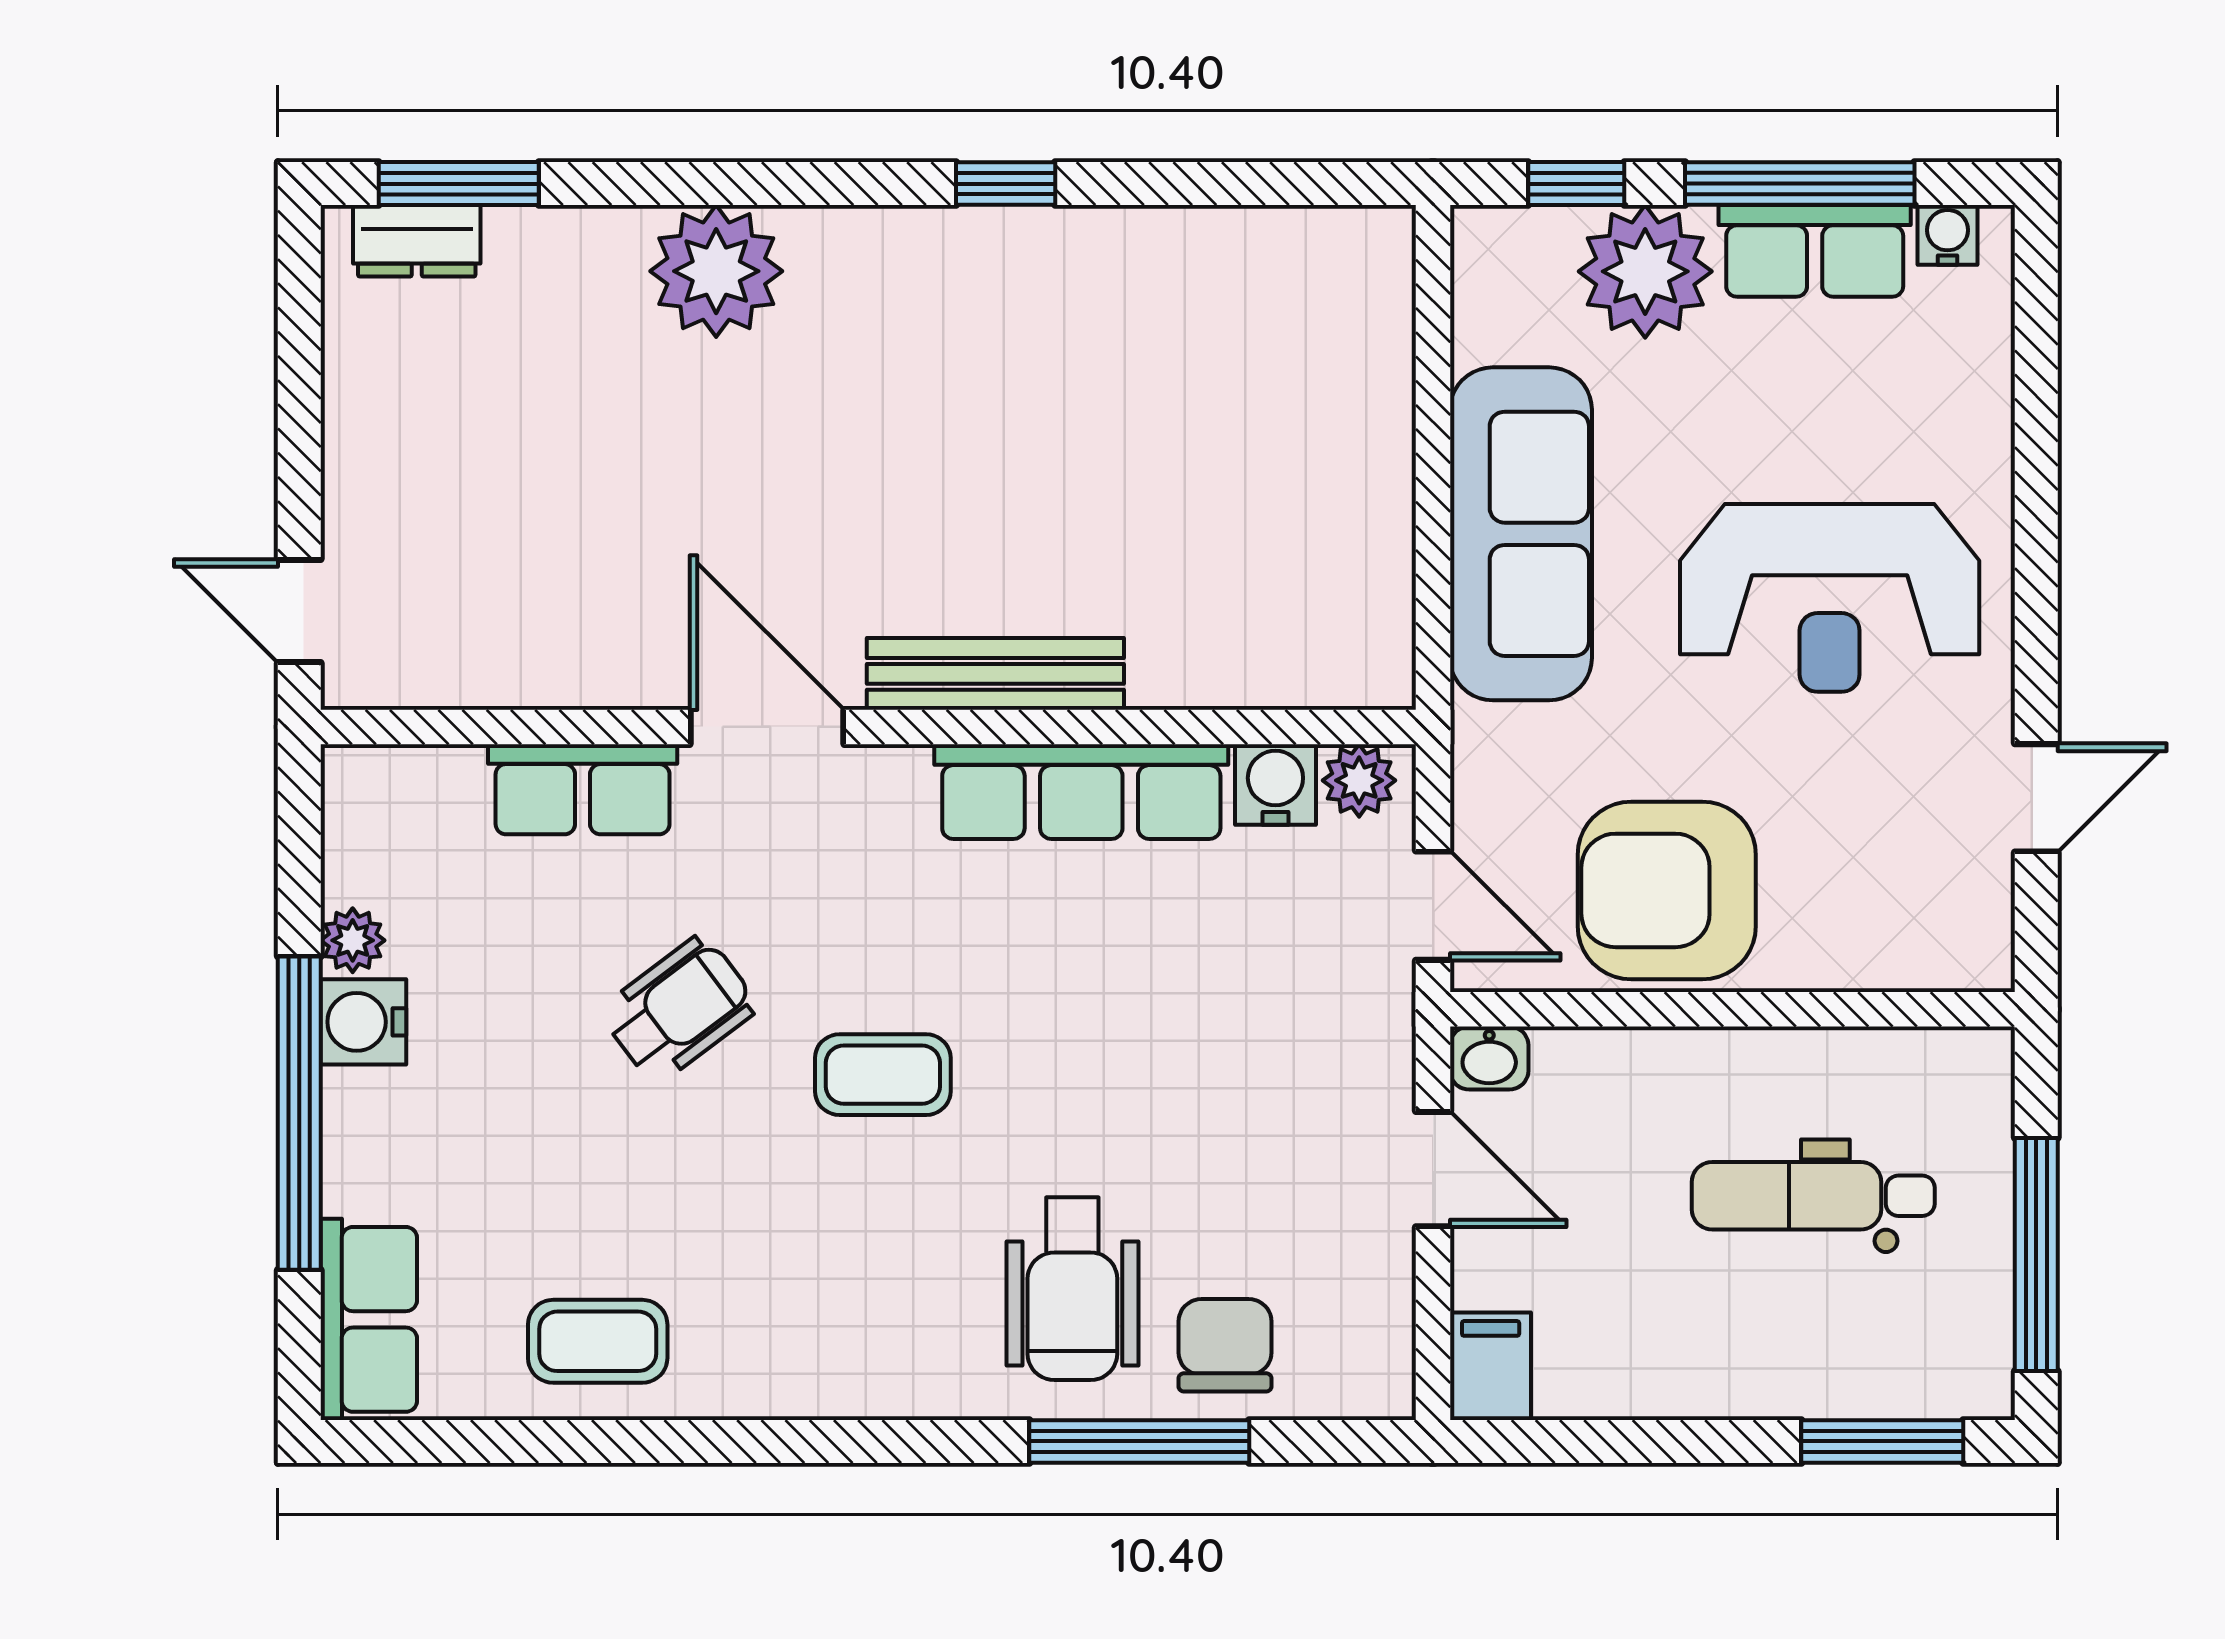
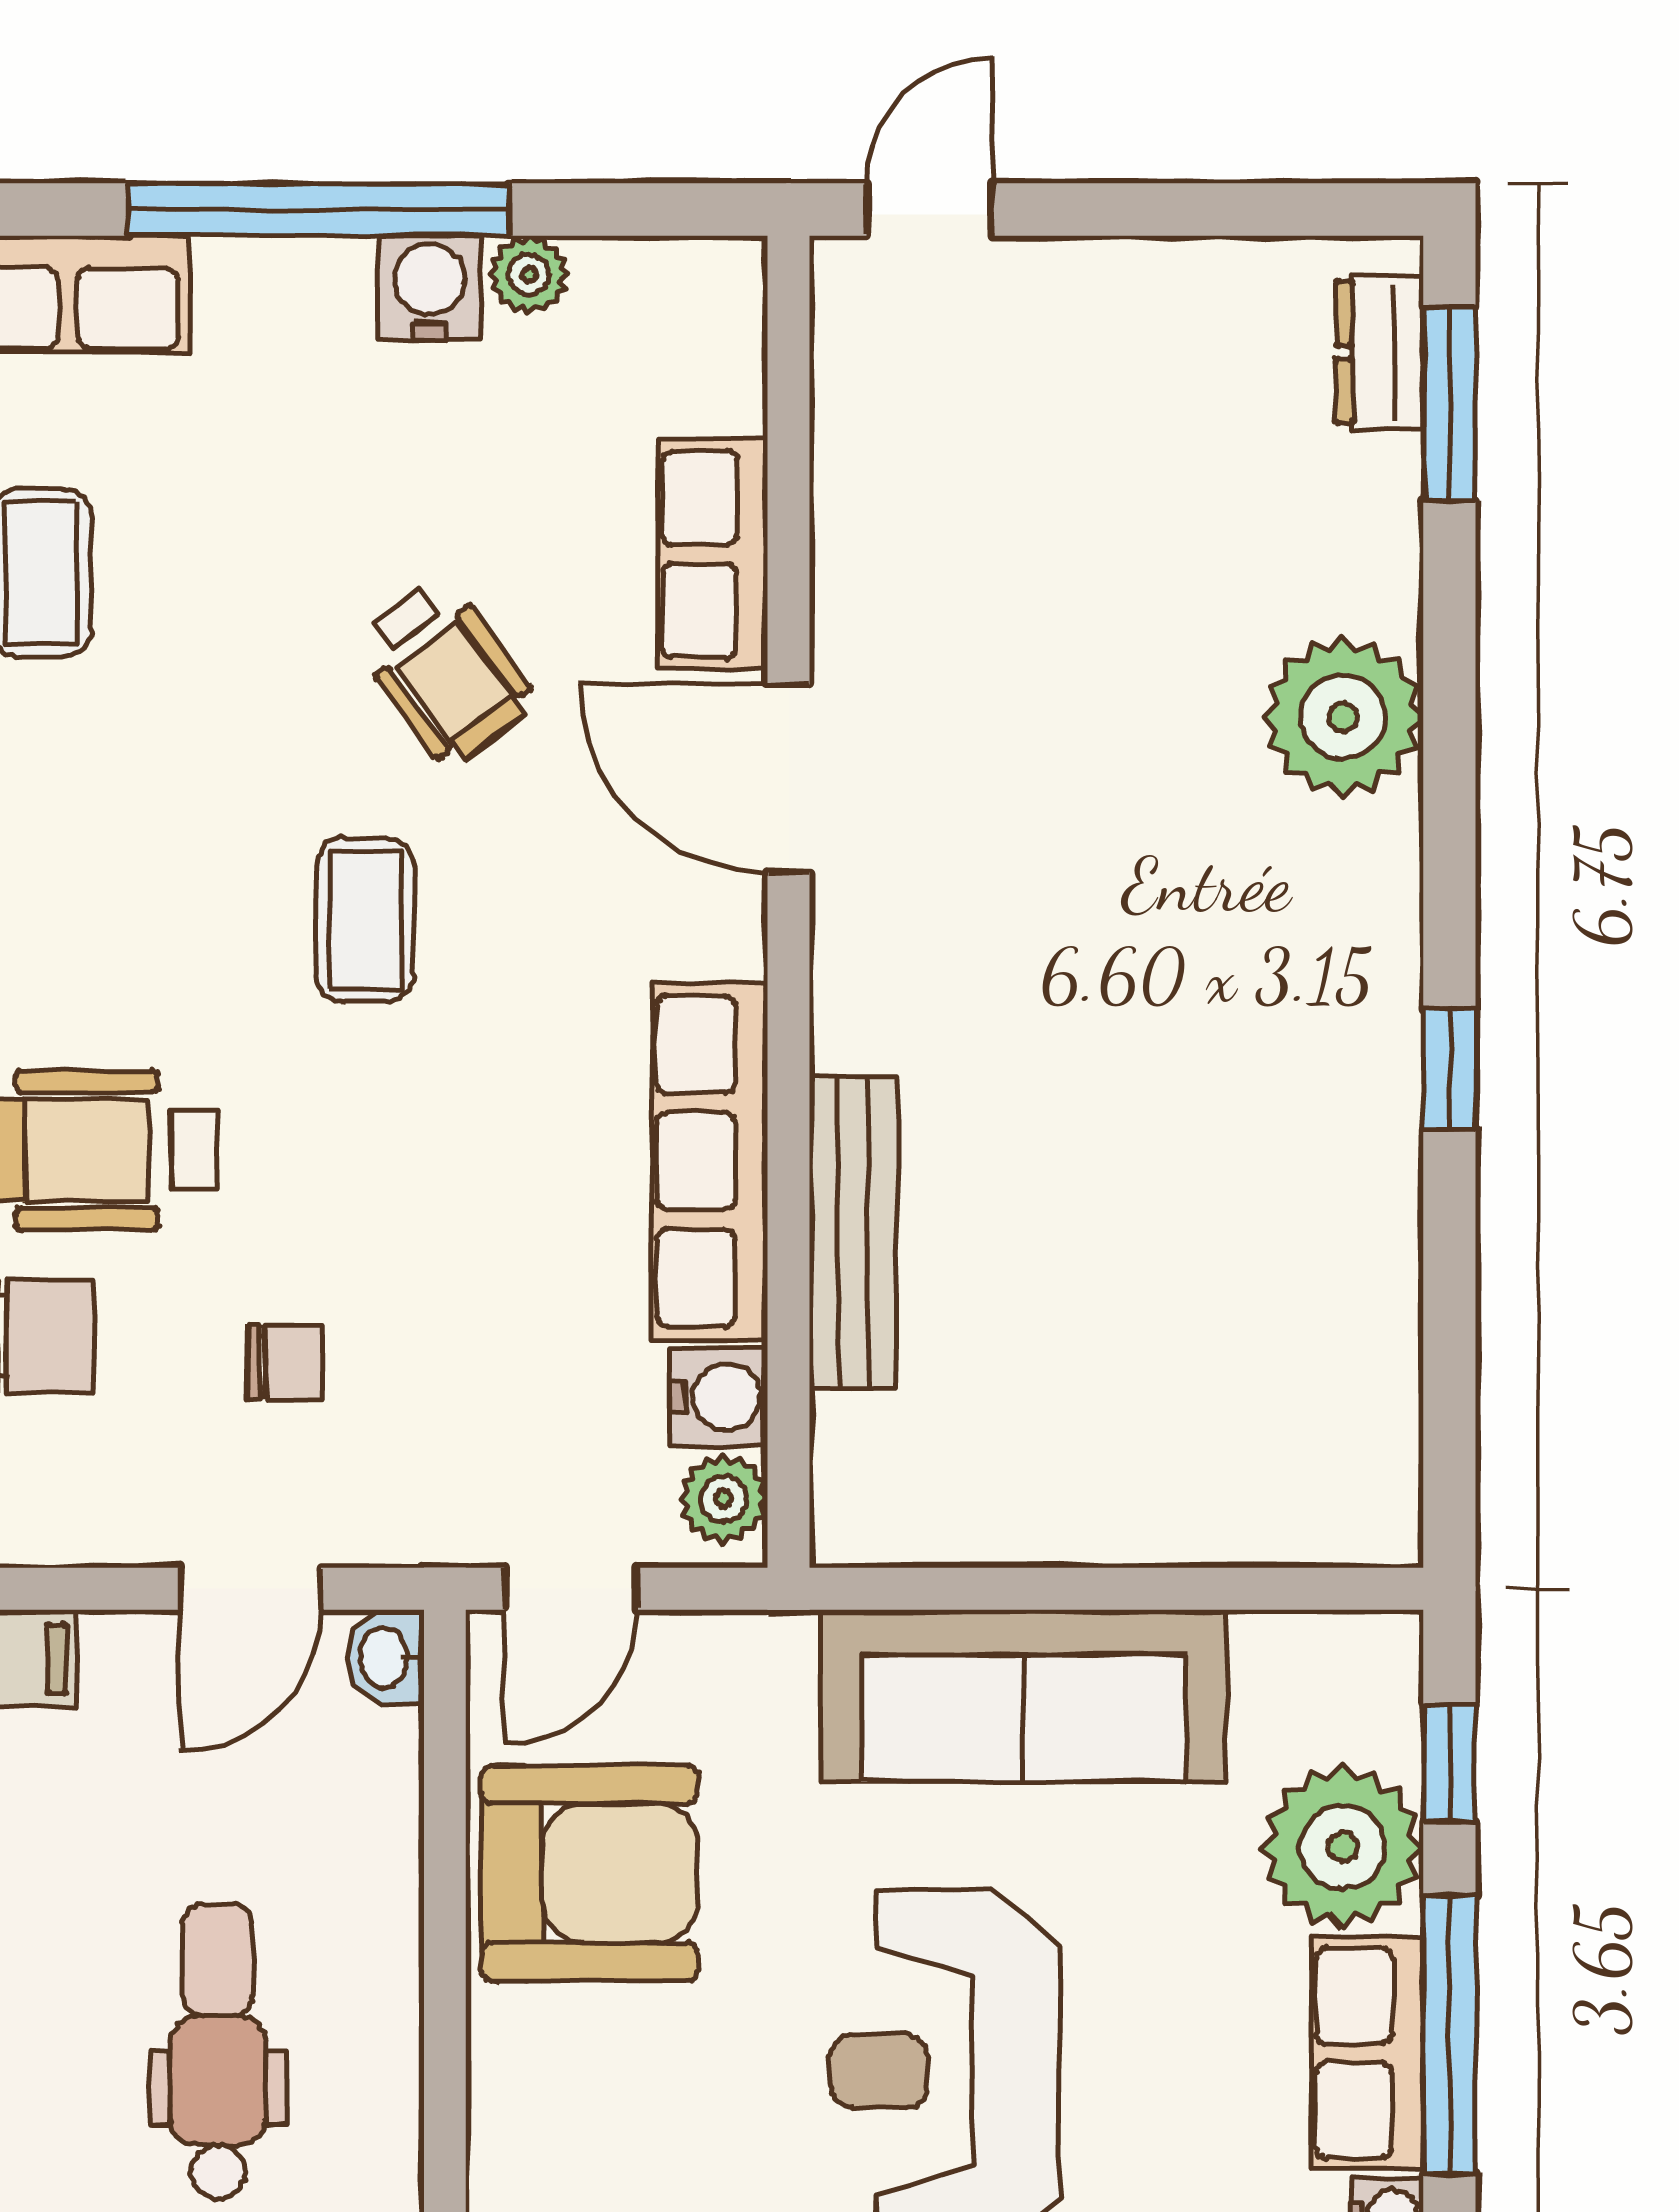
bench: (995, 674) -> (853, 1232), moved
door: (767, 727) -> (788, 778), swing flipped
armchair: (1667, 890) -> (589, 1873), turned 90
chair: (1247, 1141) -> (285, 1362), added

